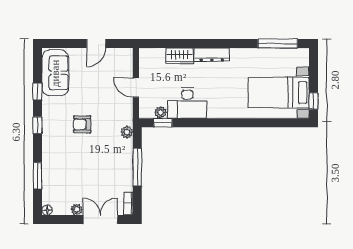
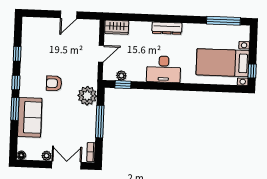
wardrobe: (180, 56) -> (117, 27), moved
sofa: (55, 73) -> (30, 117), moved
door: (136, 88) -> (101, 54), swing flipped
desk: (187, 103) -> (164, 69), moved
plant: (127, 132) -> (87, 96), width x1.87, depth x1.87
window: (38, 176) -> (15, 109), moved

